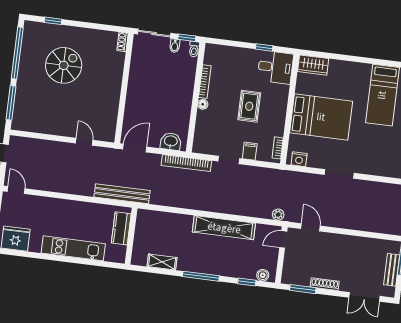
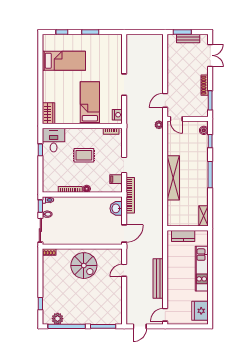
plant: (30, 42) -> (58, 319), added
spiral stairs: (64, 65) -> (84, 266), moved, turned 180
bed: (321, 117) -> (90, 103), width x0.67
door: (135, 148) -> (124, 234), swing flipped
filing cabinet: (250, 151) -> (116, 179), moved
bench: (122, 194) -> (158, 278), moved
shelving: (224, 228) -> (173, 178), moved
shelving: (162, 262) -> (203, 216), moved

